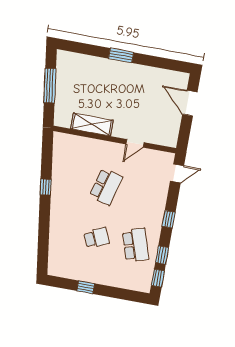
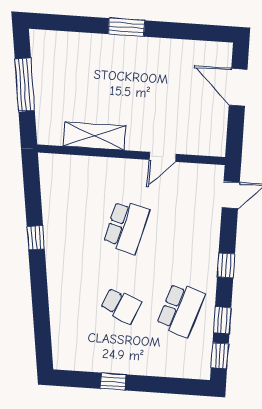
school desk: (97, 238) -> (121, 306), turned 48
school desk: (136, 245) -> (181, 310), turned 36

